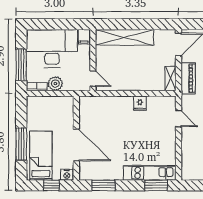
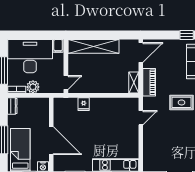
door: (93, 79) -> (66, 83), hinge flipped
fridge: (140, 103) -> (84, 104), moved
dresser: (32, 105) -> (12, 106), added
door: (179, 119) -> (141, 118), hinge flipped

